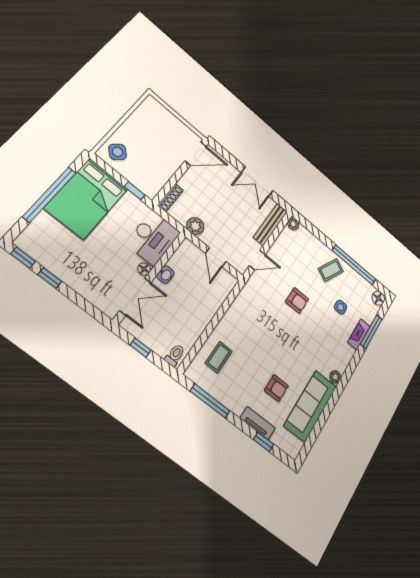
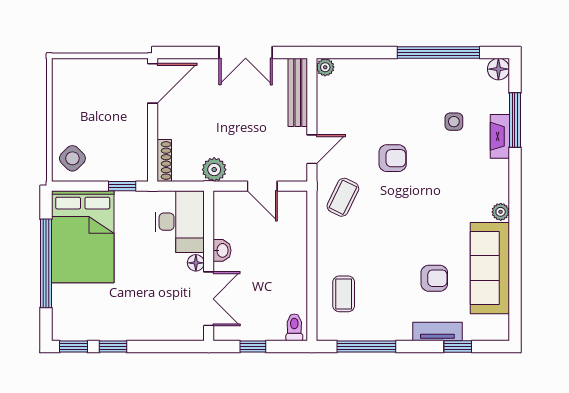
coffee table: (331, 270) -> (343, 197), moved

